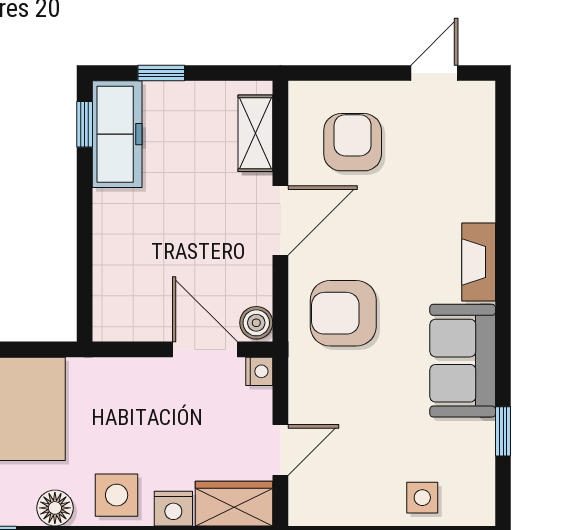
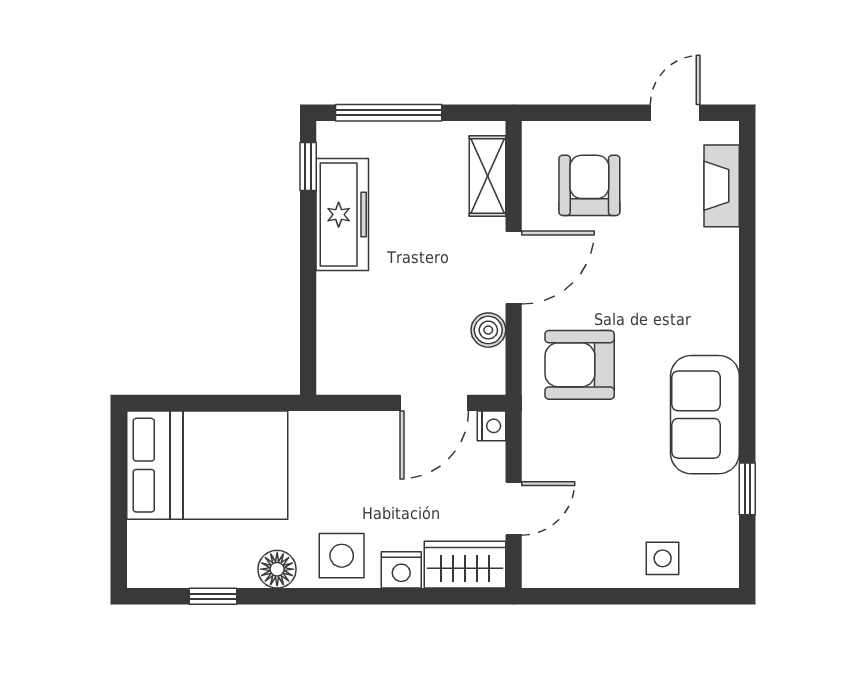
window: (161, 73) -> (389, 113), width x2.17
freezer: (117, 134) -> (342, 215), moved
fireplace: (479, 262) -> (722, 186), moved
boiler: (256, 323) -> (488, 330), moved
door: (205, 349) -> (434, 403), swing flipped

